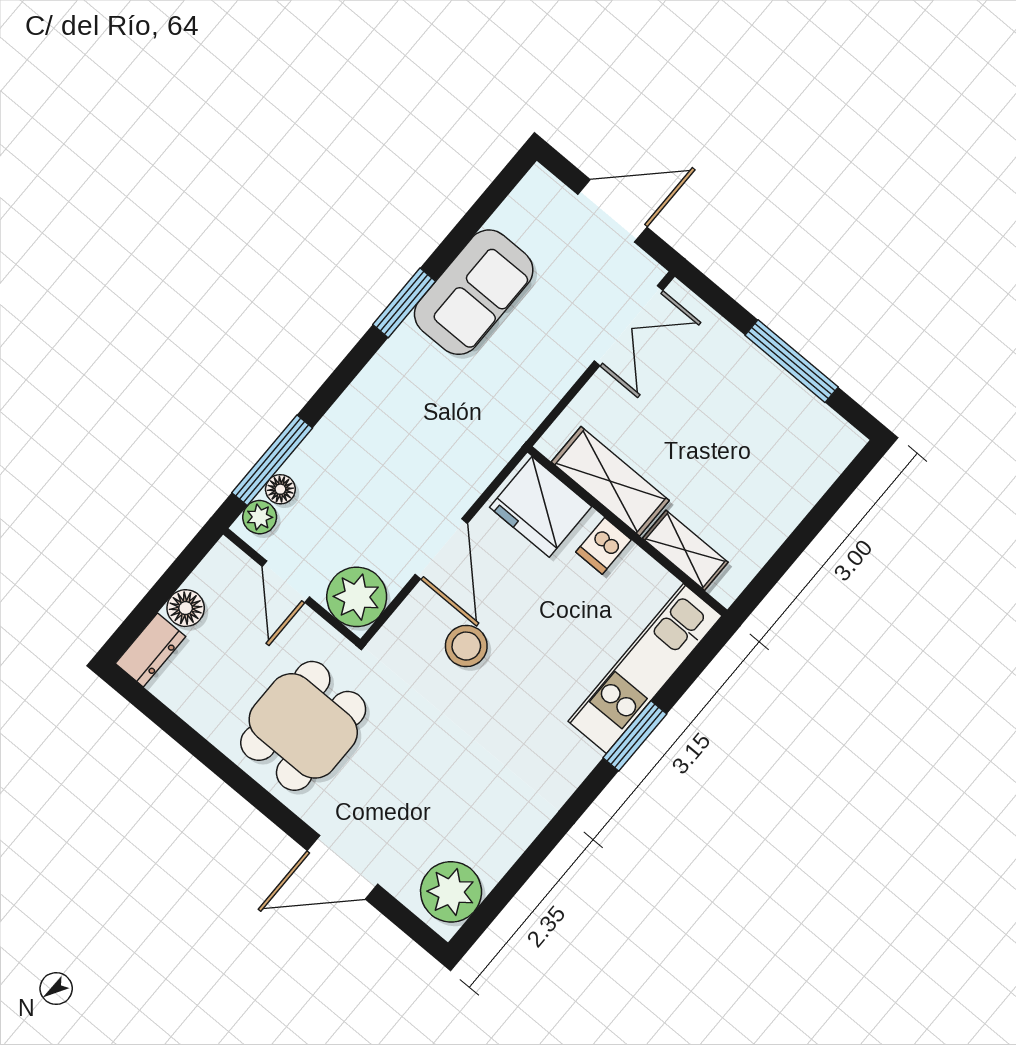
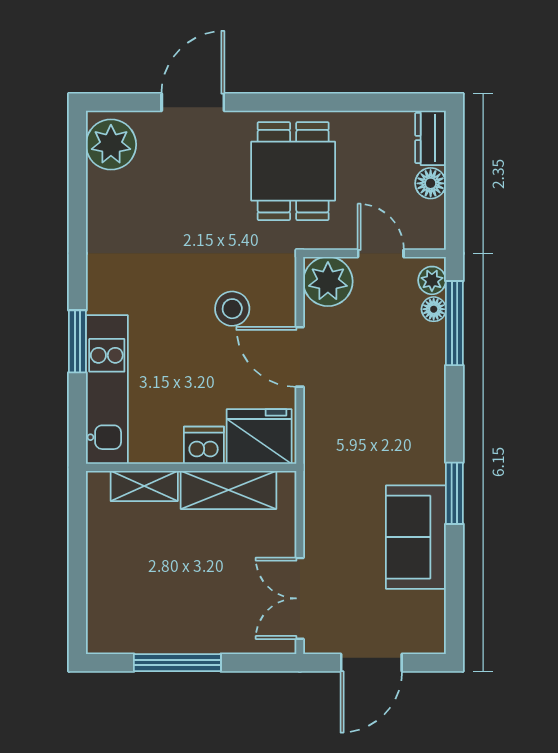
dishwasher: (603, 546) -> (204, 445), width x1.38

